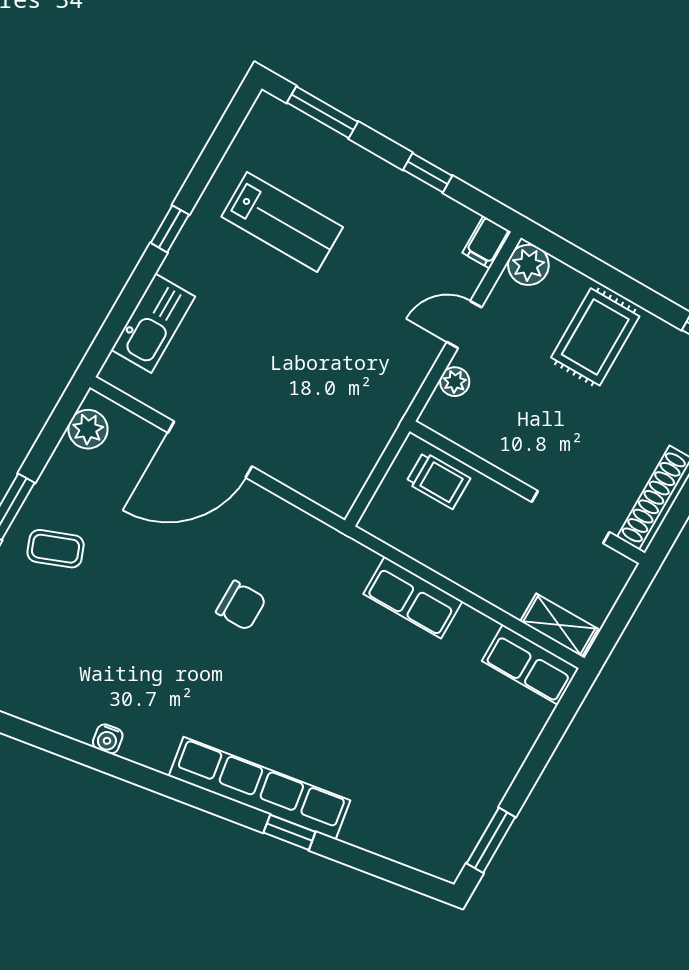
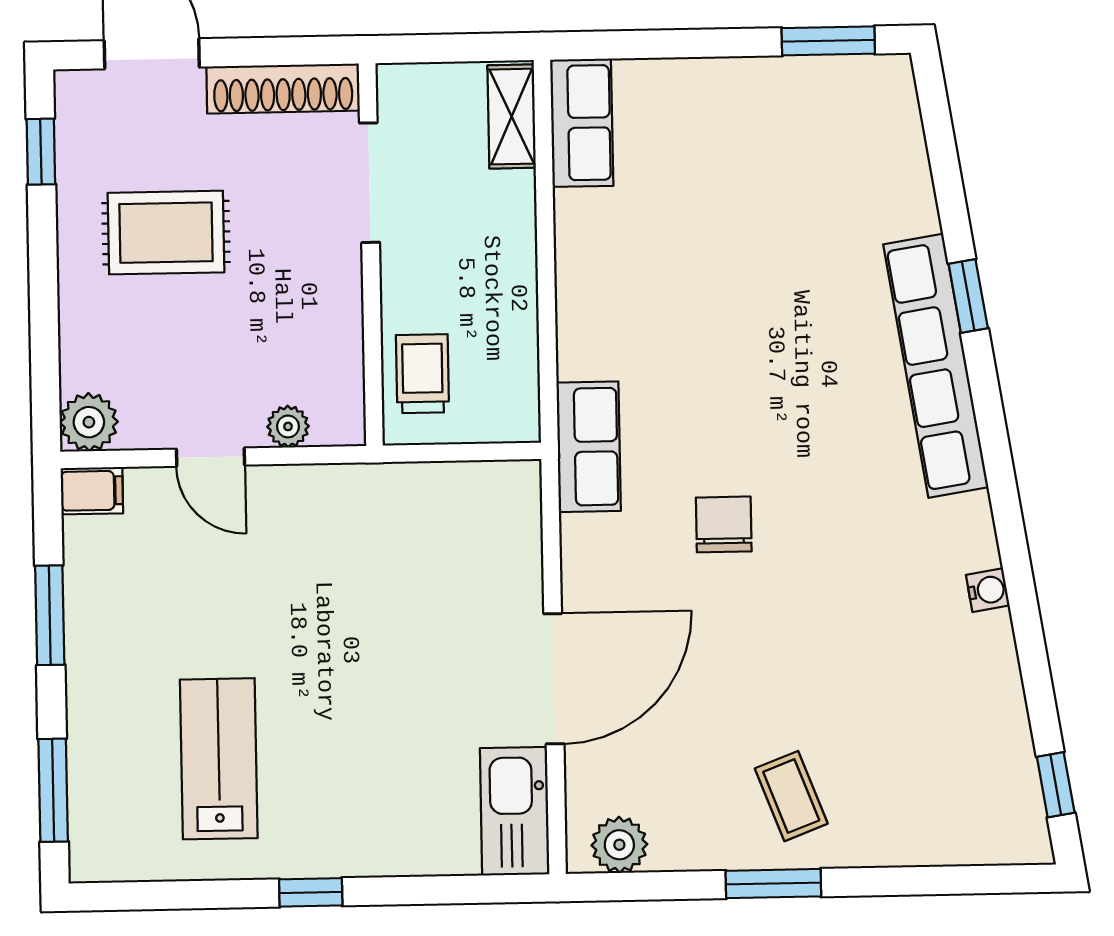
window: (428, 173) -> (50, 615), width x1.50
kitchen sink: (153, 323) -> (515, 811), moved, turned -90
rug: (595, 337) -> (166, 233), moved
door: (210, 450) -> (554, 679), hinge flipped
row of seats: (413, 598) -> (589, 447), moved

